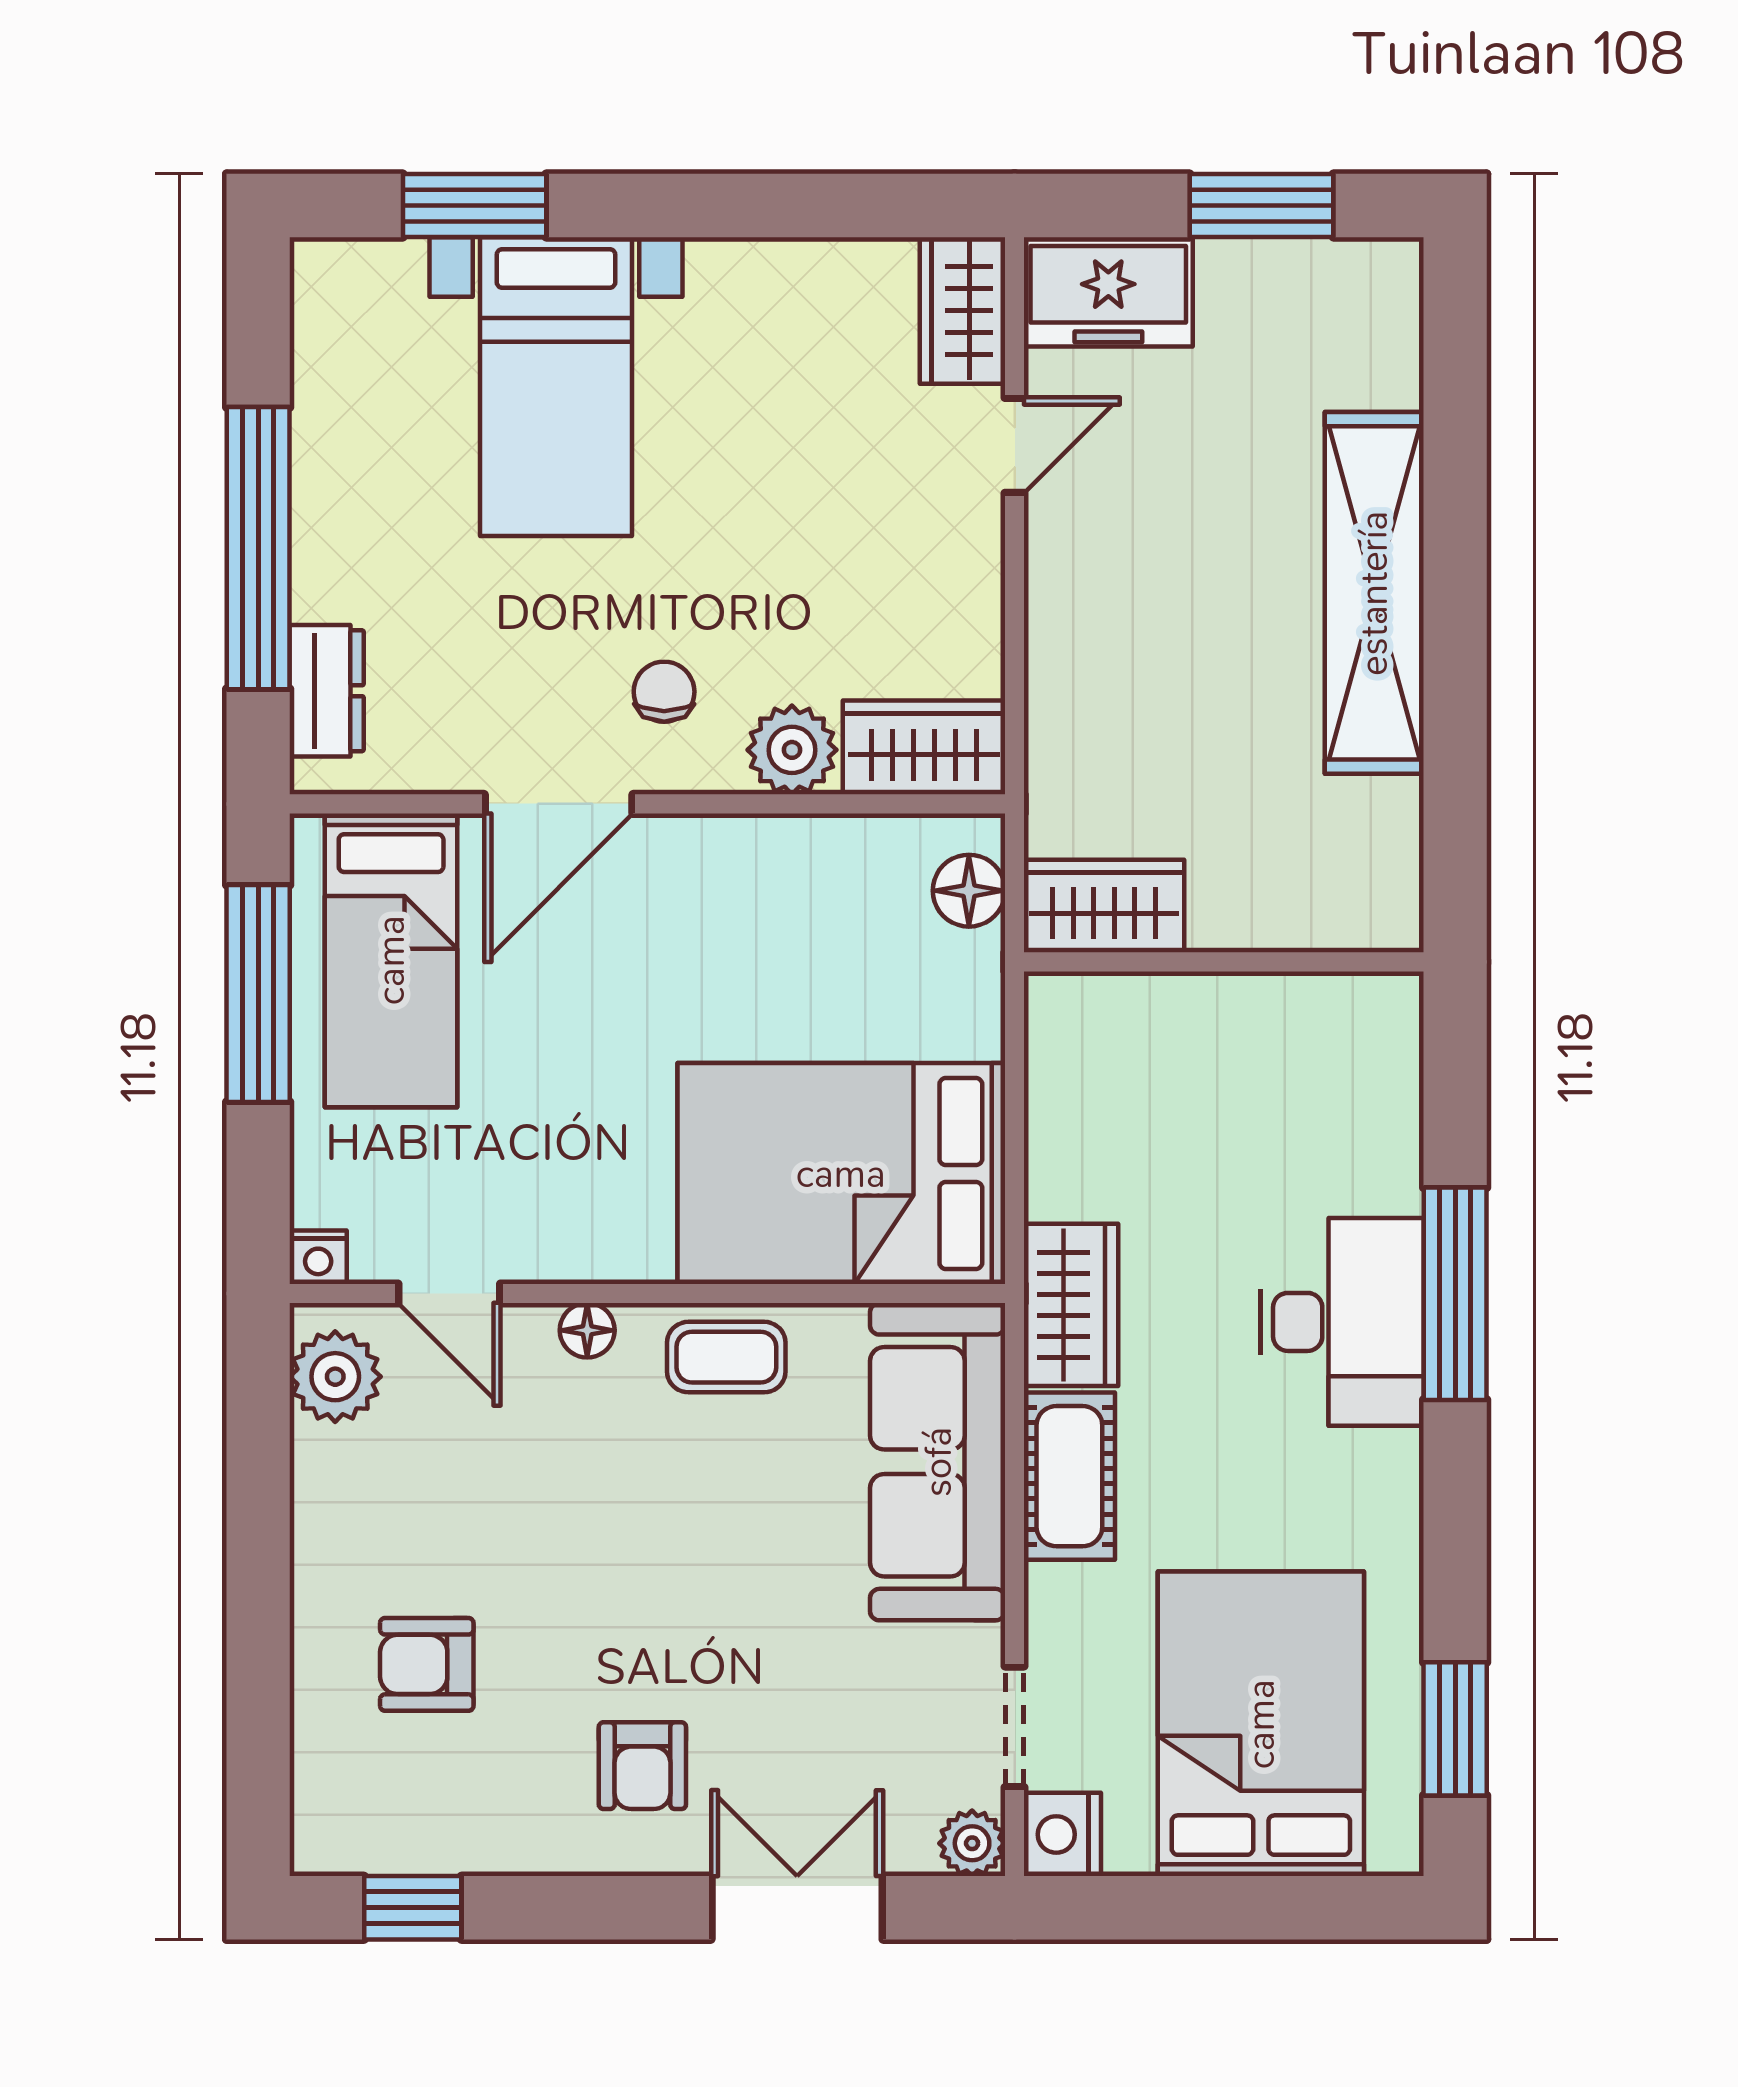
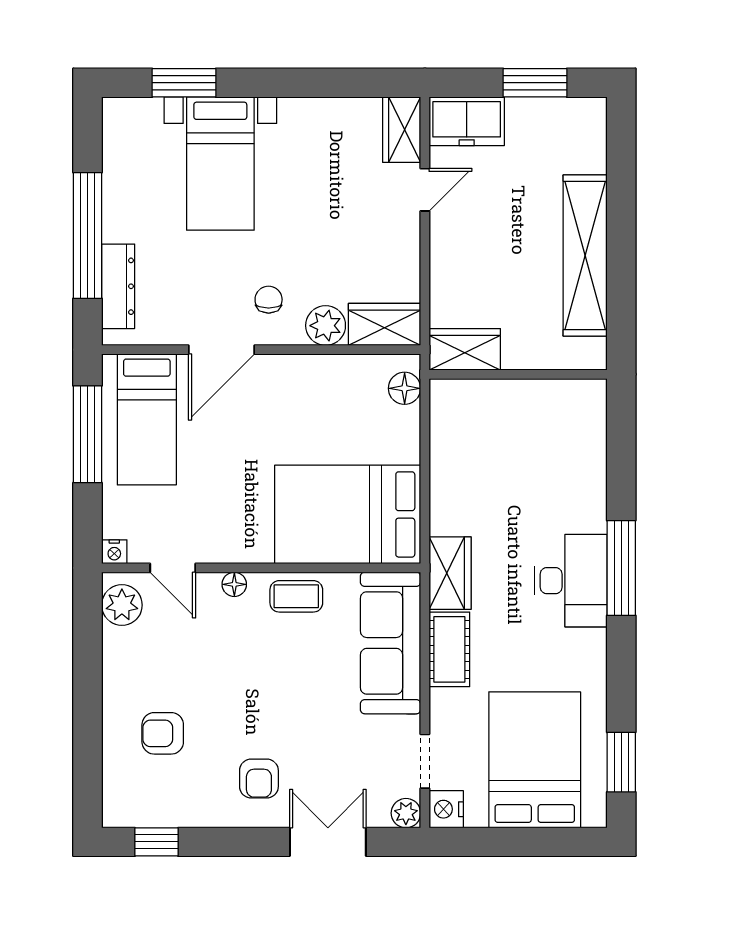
dresser: (327, 691) -> (118, 286), width x1.44
wardrobe: (1104, 906) -> (465, 349), moved
wall: (1224, 962) -> (518, 374), moved

